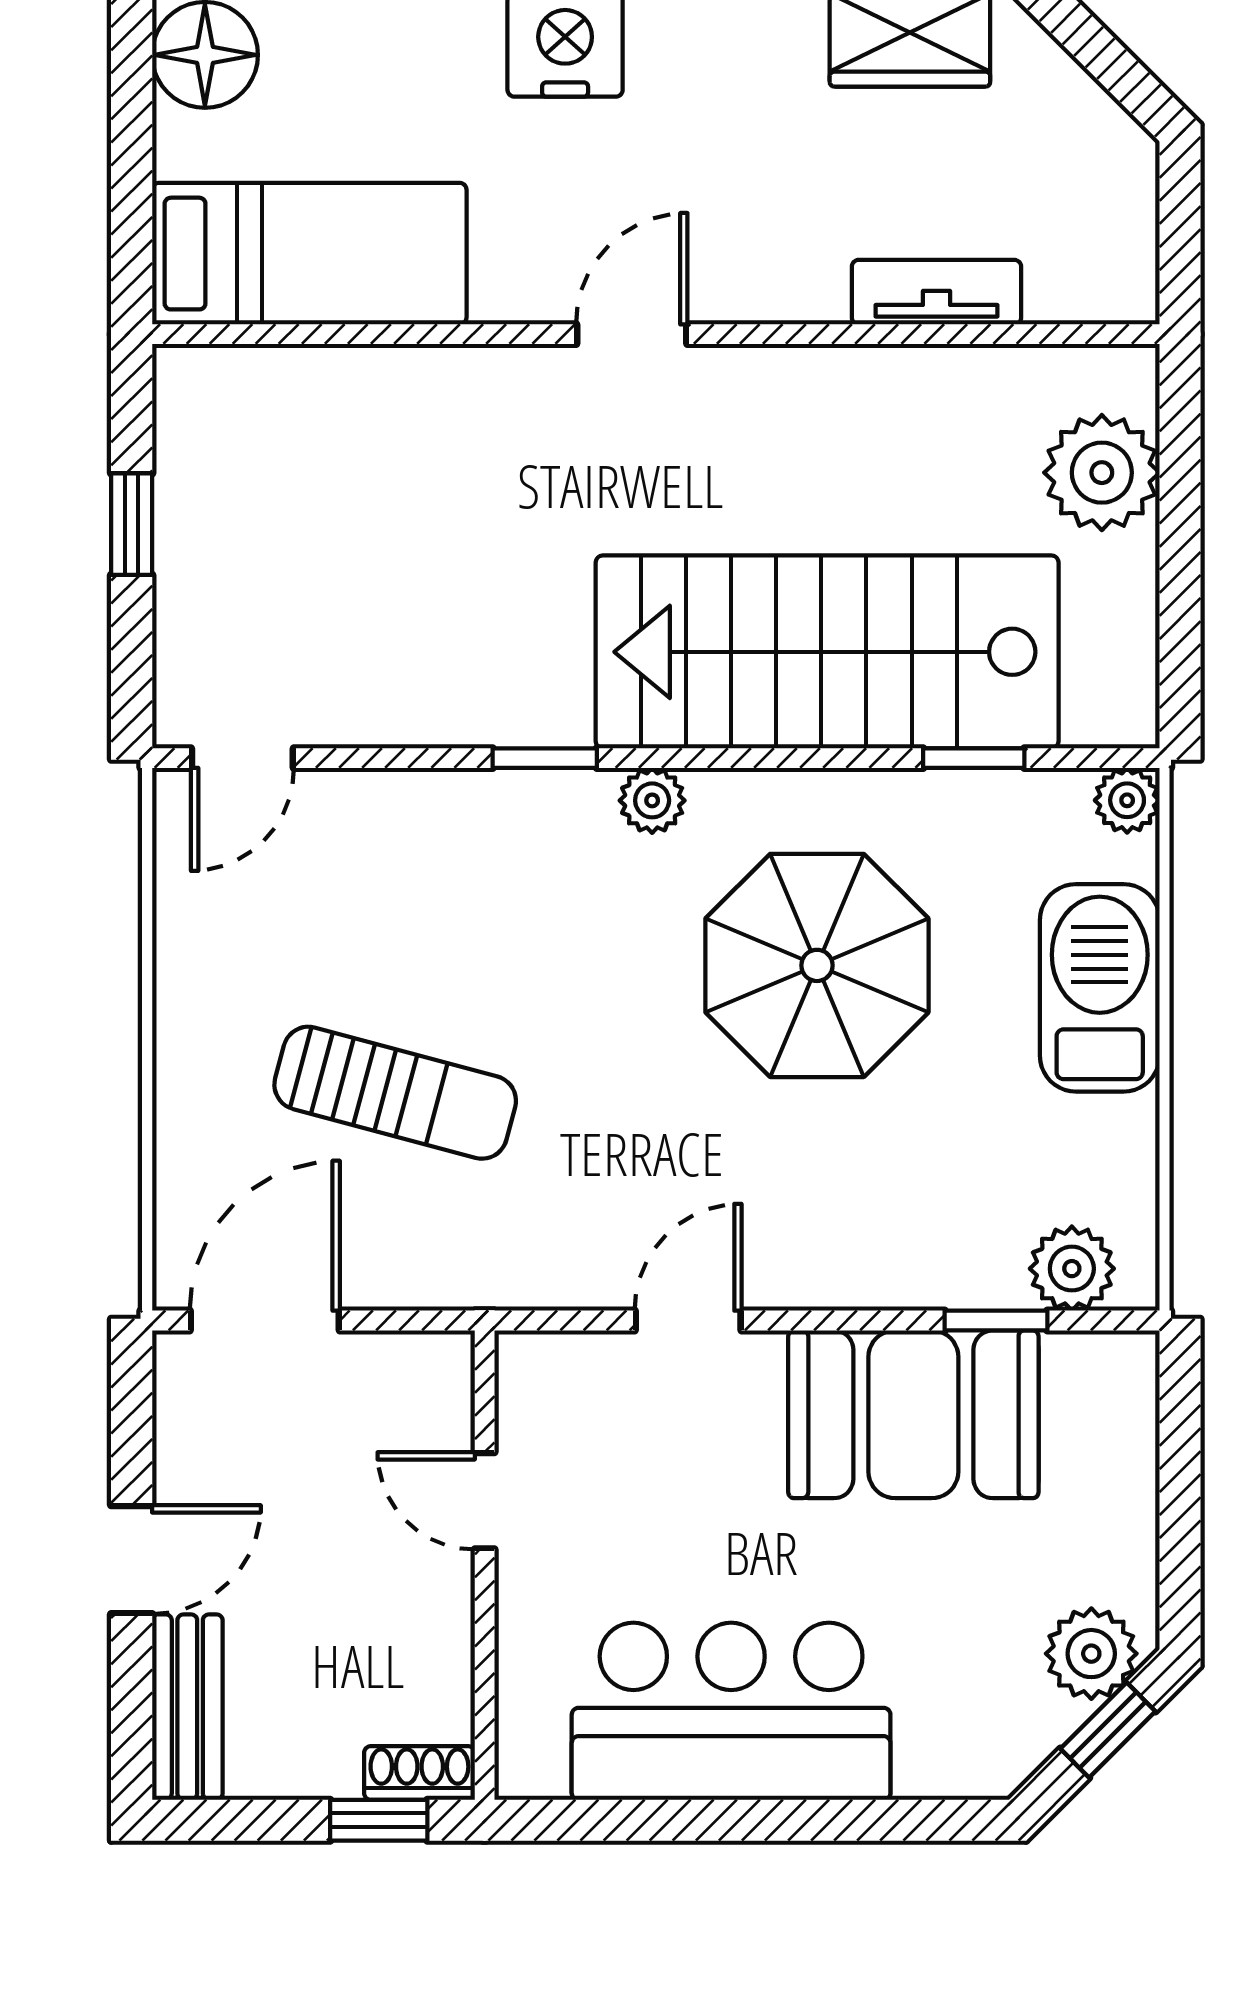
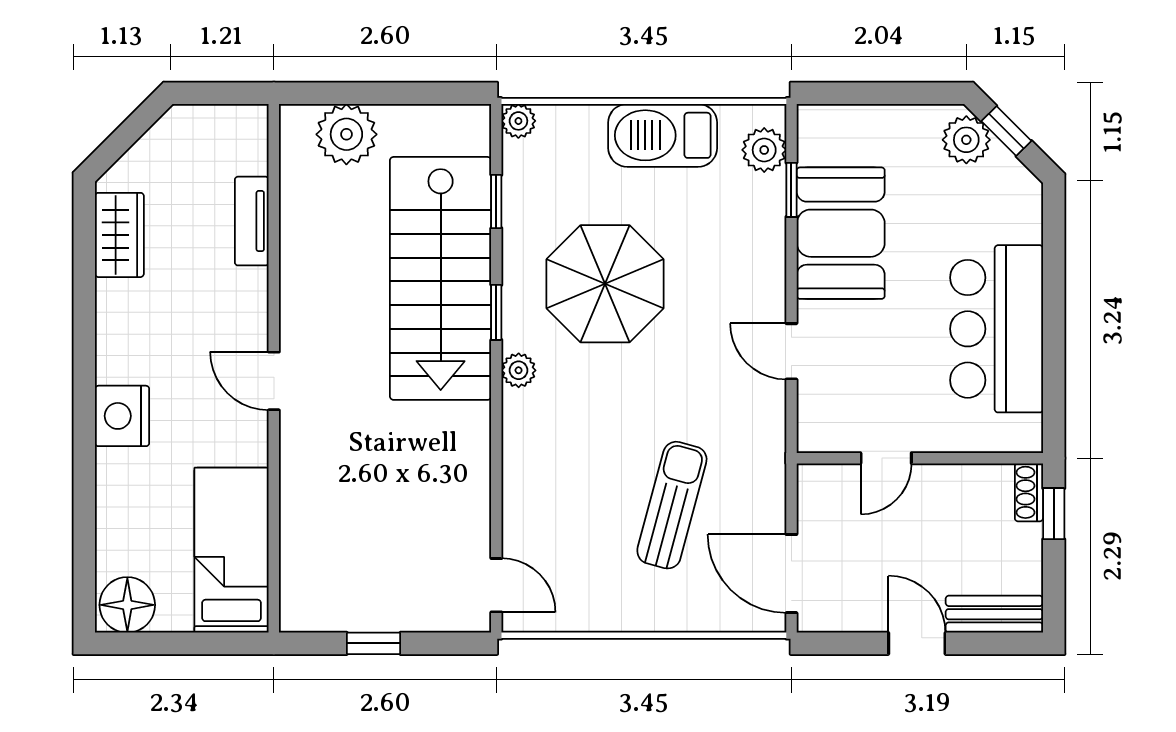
window: (545, 758) -> (496, 312), moved
barbecue: (1100, 988) -> (663, 135), moved

